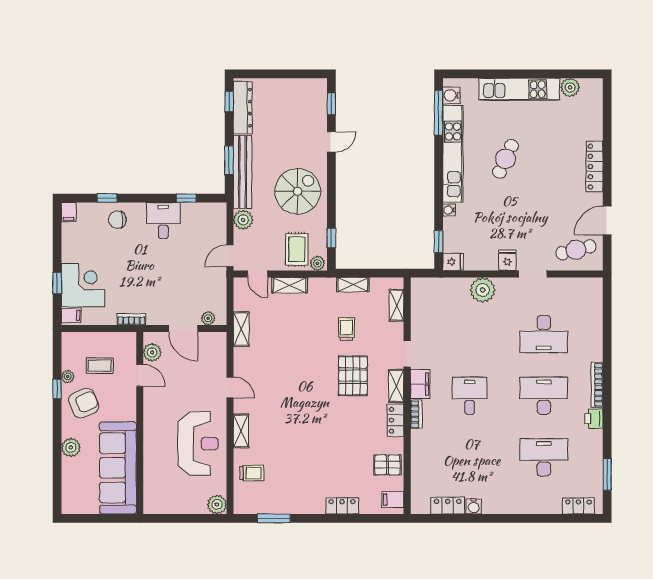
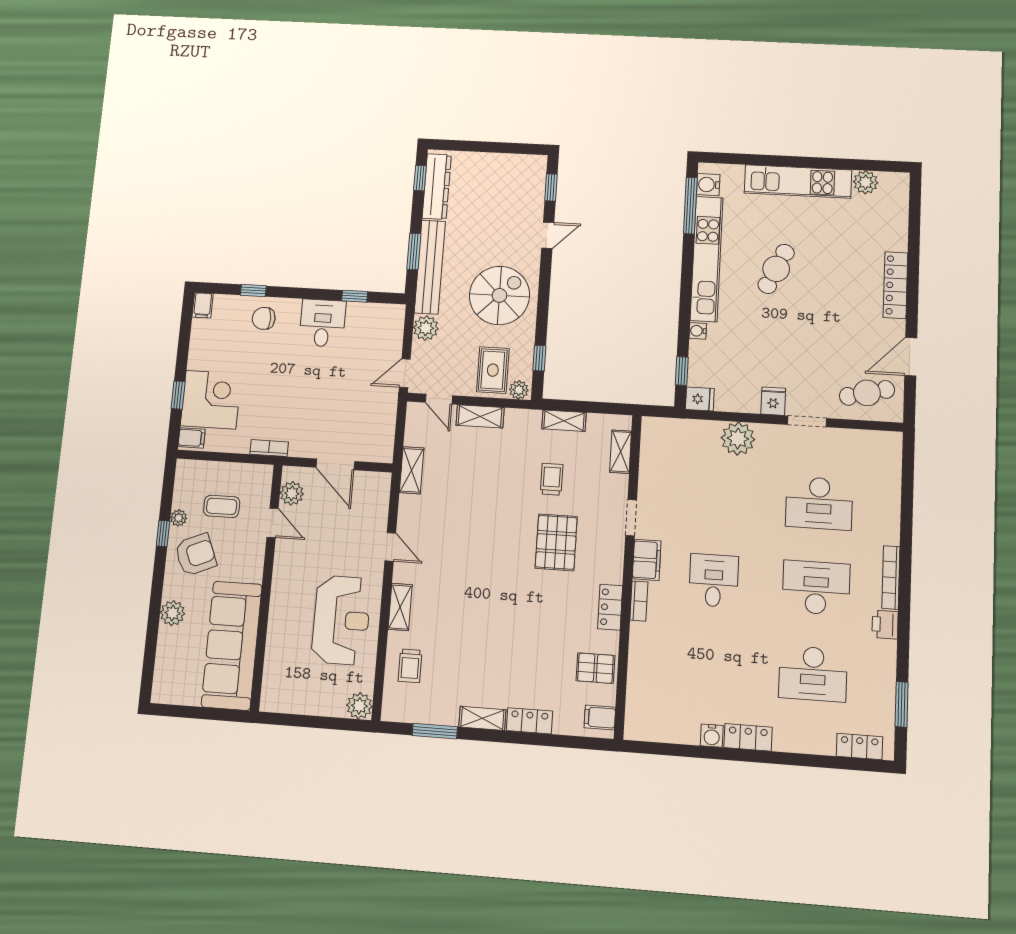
plant: (208, 318) -> (369, 453), removed
shelving: (396, 386) -> (482, 718), moved, turned 90
desk: (544, 457) -> (813, 674), turned 180
trolley: (252, 473) -> (410, 666), turned 90
locker: (448, 506) -> (748, 737), moved

